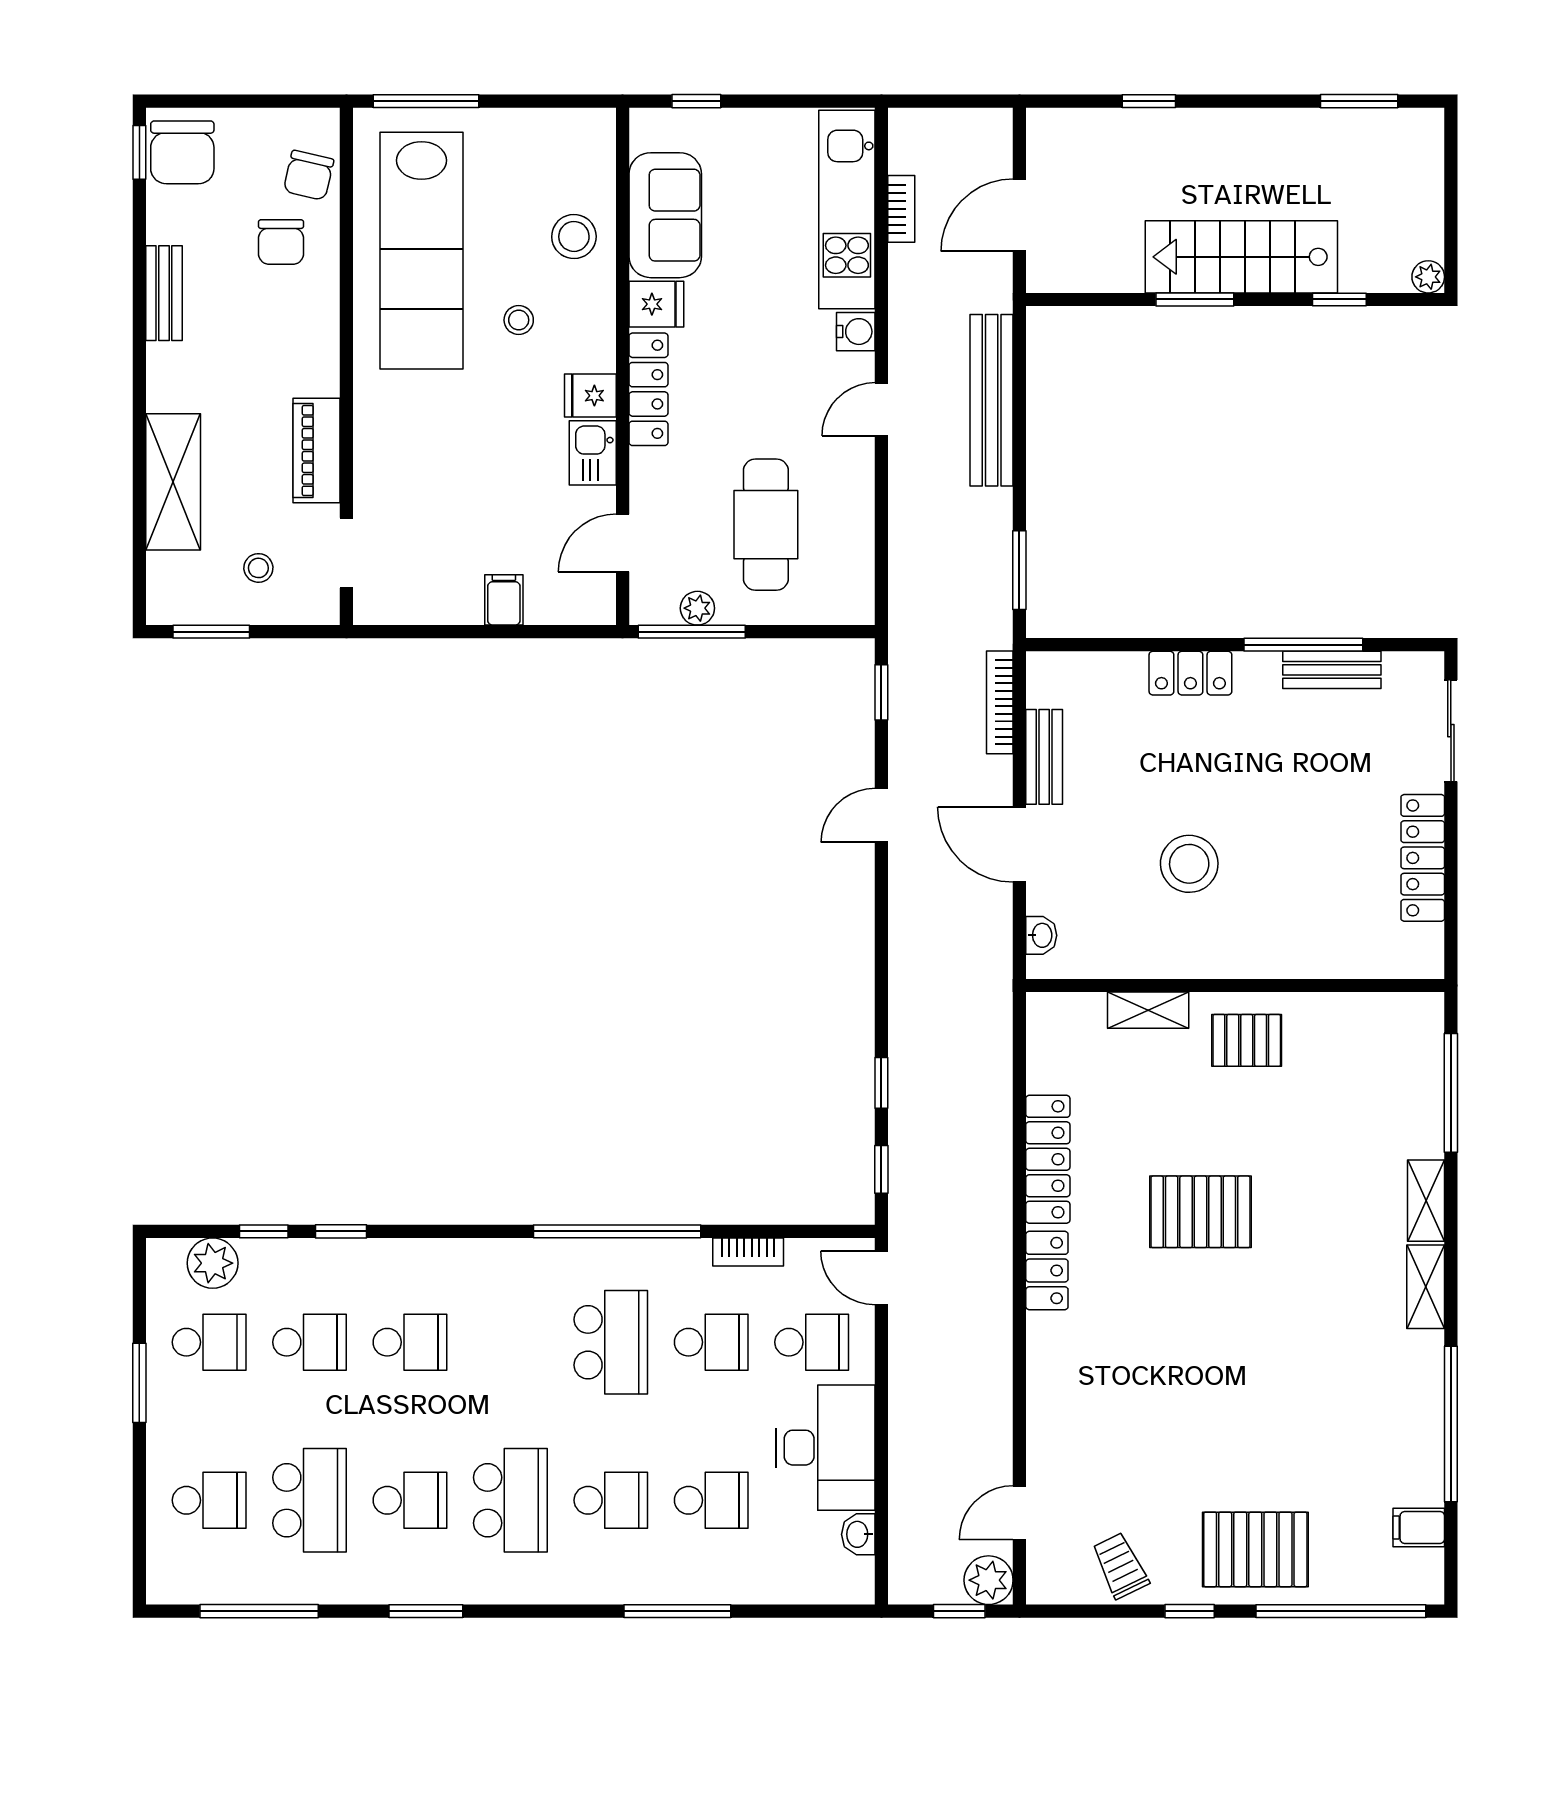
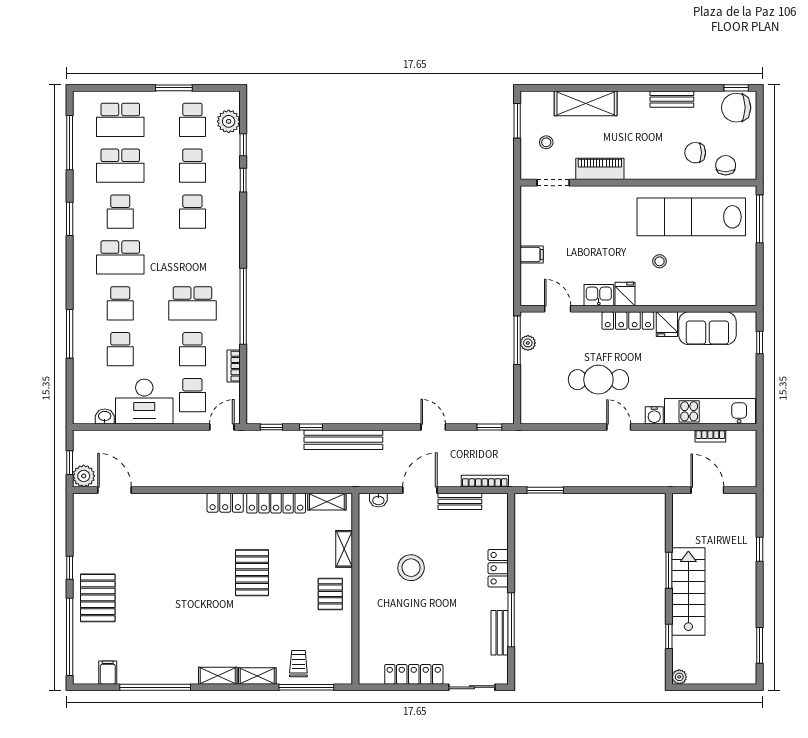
chair: (309, 175) -> (726, 165), turned 77
stool: (574, 236) -> (698, 286), removed
bench: (992, 400) -> (343, 440), moved
cafe table: (766, 525) -> (598, 380), moved
shelving: (1045, 1048) -> (327, 502), added
school desk: (209, 1500) -> (120, 120), width x1.85
door: (1019, 1513) -> (115, 490), width x1.38
trolley: (1120, 1566) -> (298, 664), moved, turned -64

